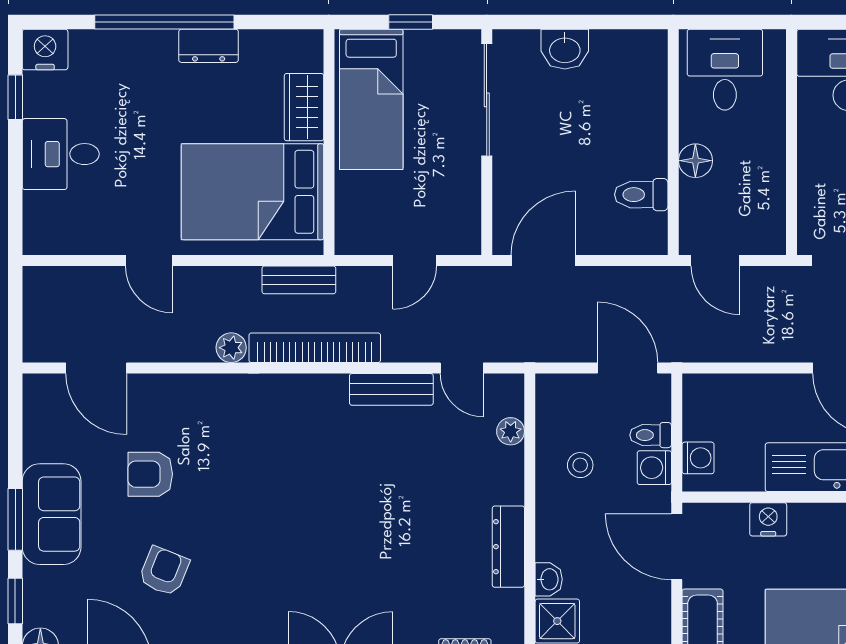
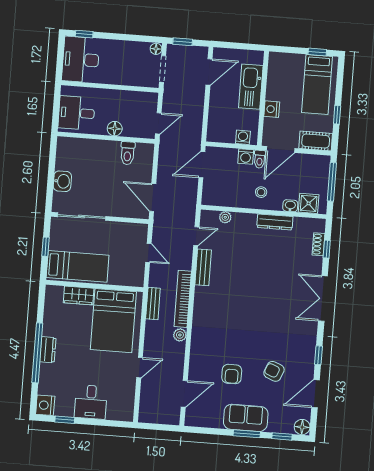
dresser: (209, 46) -> (48, 350), moved
toilet: (651, 435) -> (260, 159), moved
stool: (580, 465) -> (261, 192), moved

